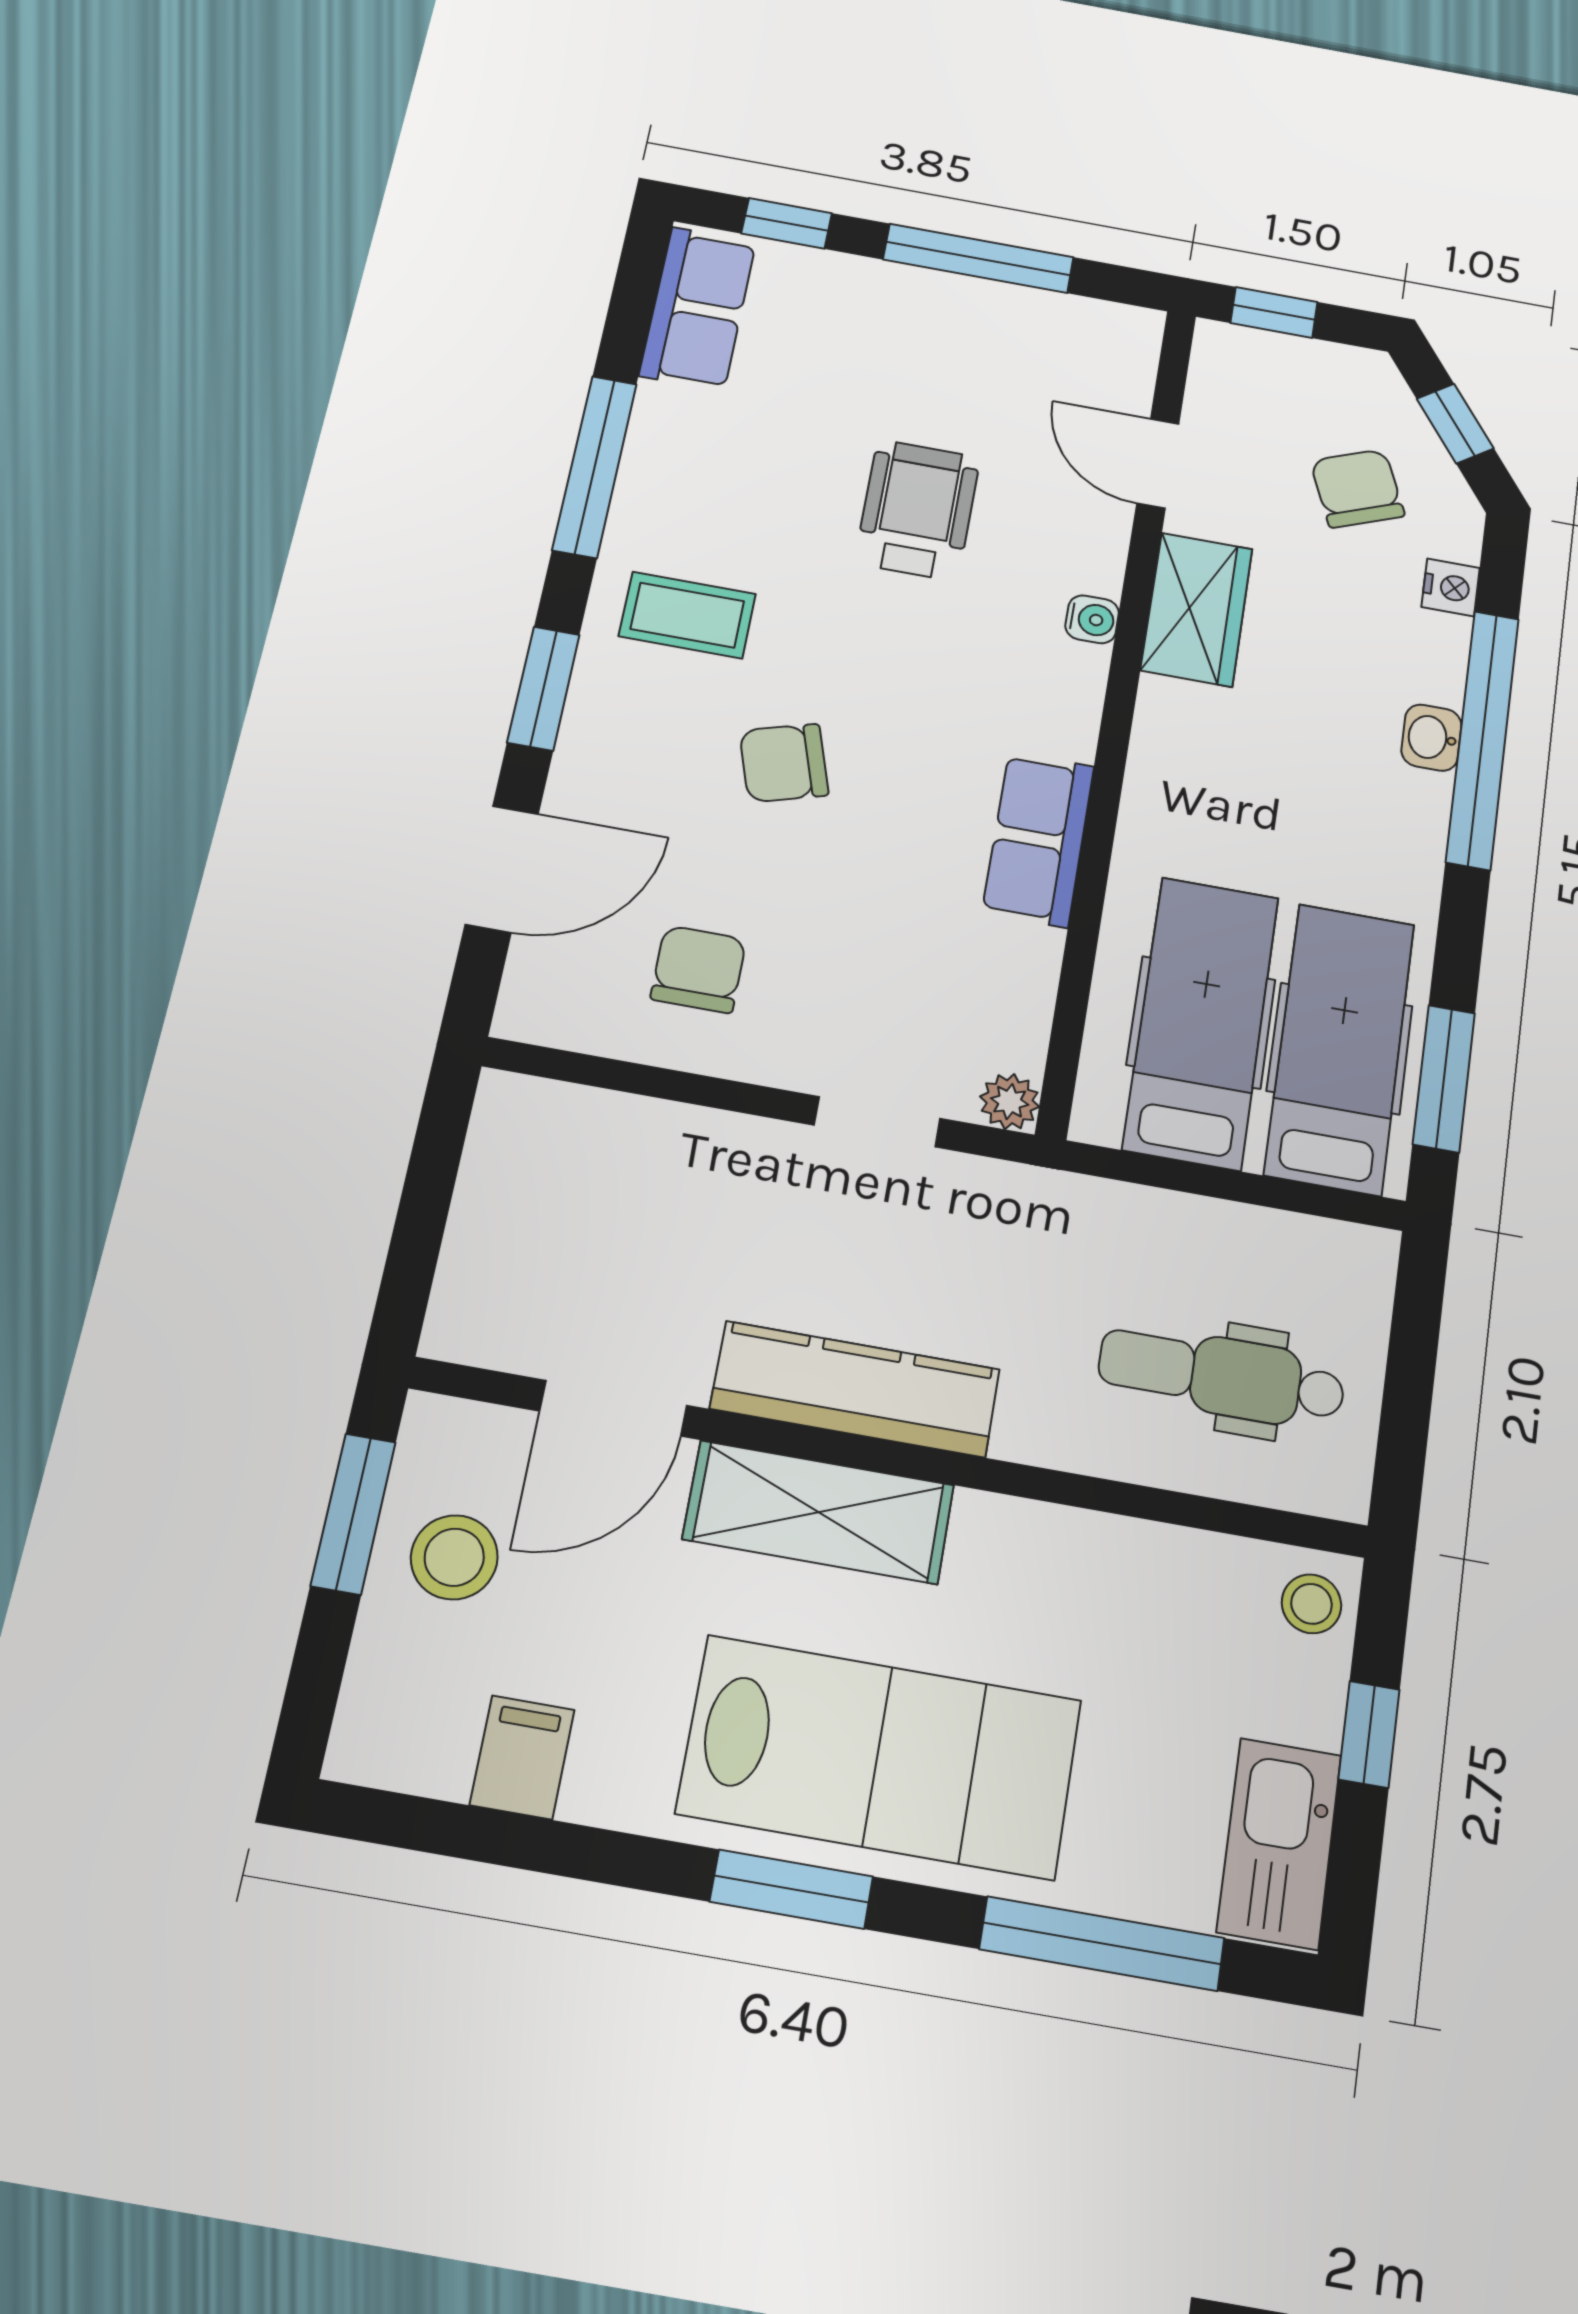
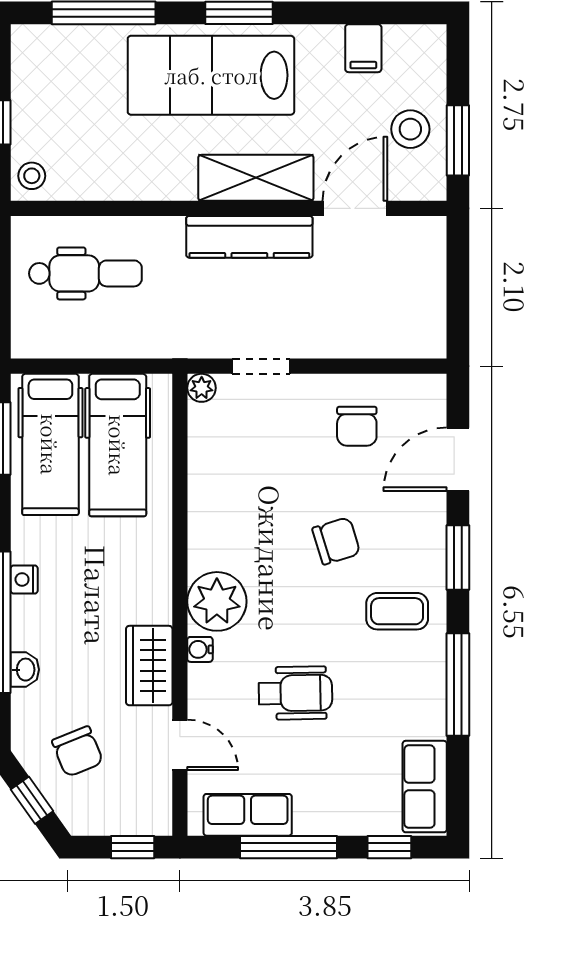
wheelchair: (917, 510) -> (295, 693), turned -91
nightstand: (1451, 587) -> (24, 579), moved
plant: (1044, 698) -> (217, 601), added
washbasin: (1431, 738) -> (25, 670), moved
row of seats: (1038, 839) -> (248, 815), moved, turned -90
kitchen sink: (1279, 1843) -> (33, 68), removed

